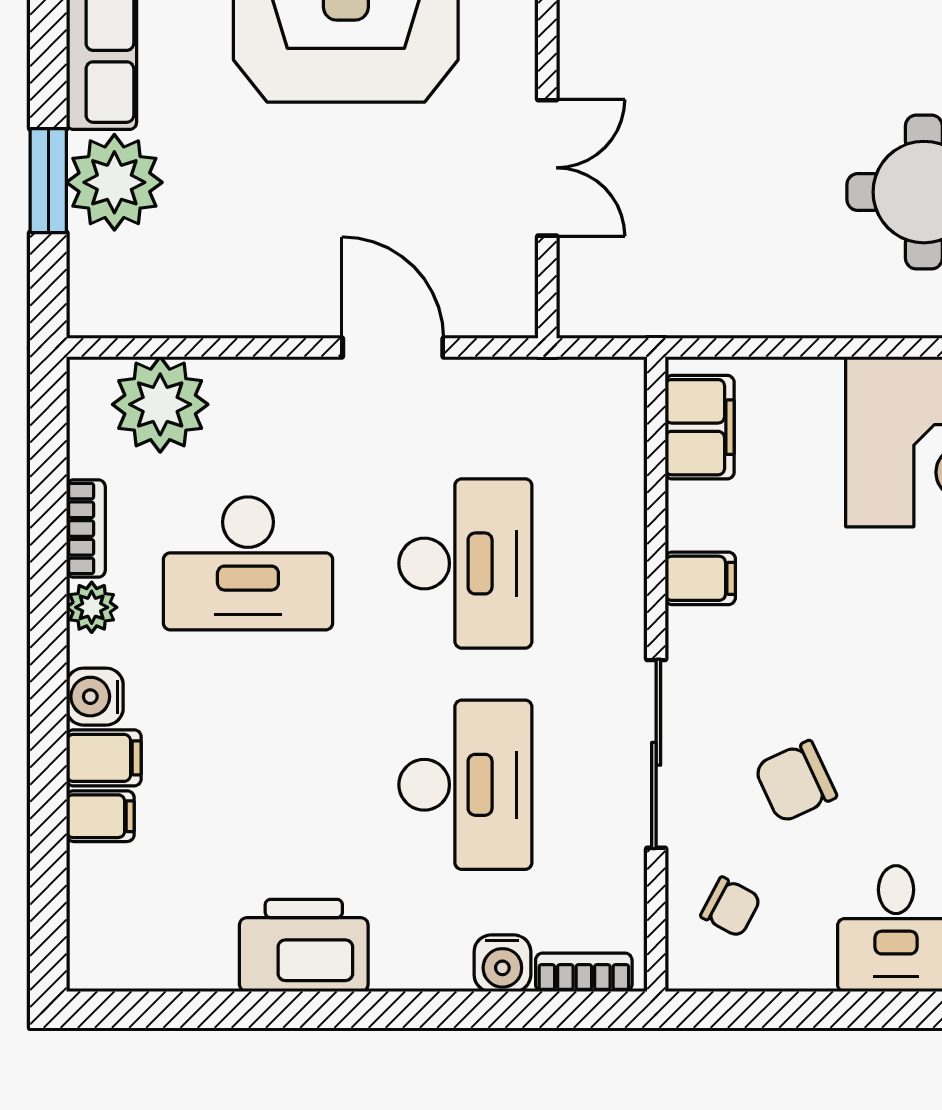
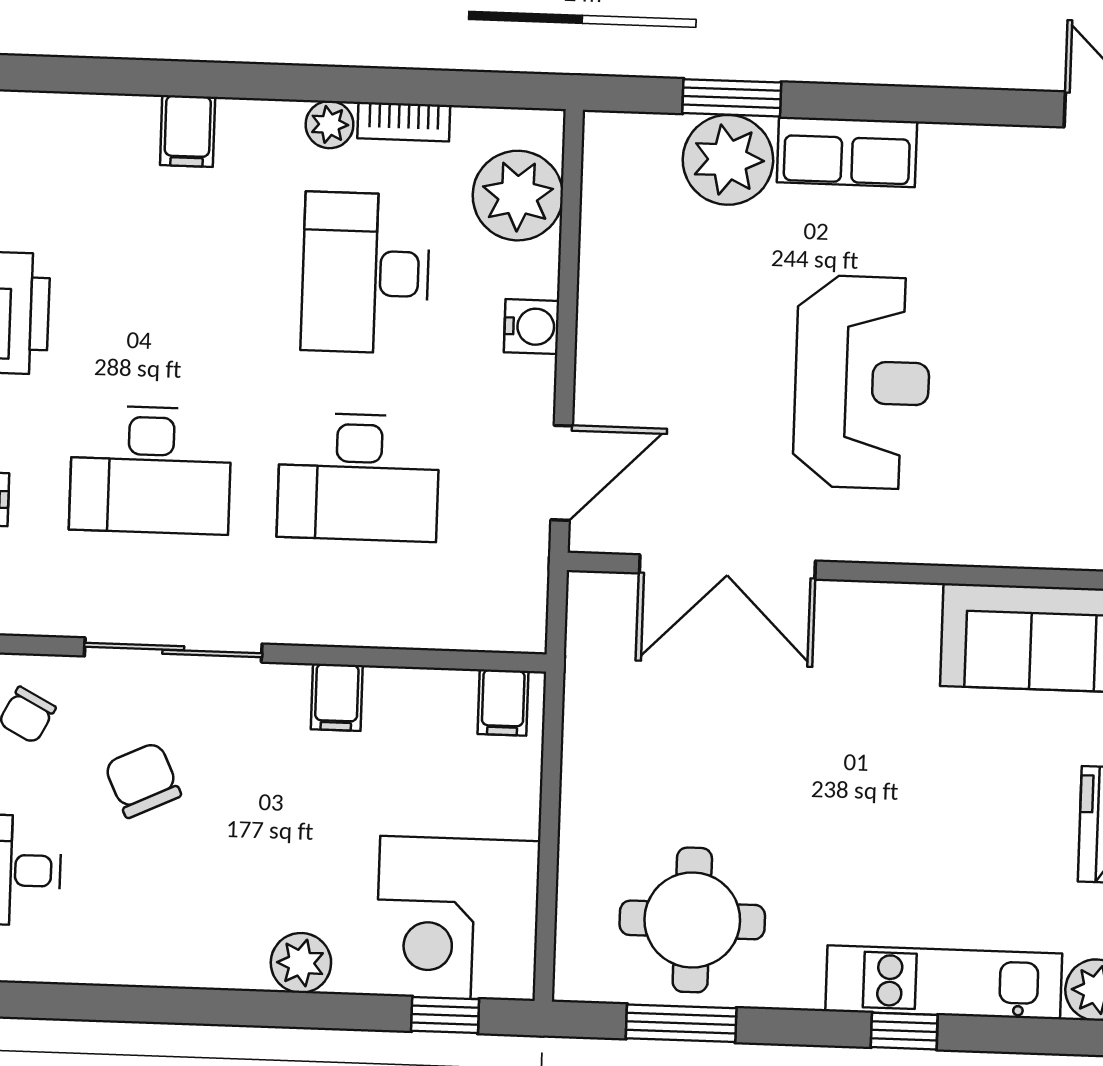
double door: (547, 168) -> (727, 567), width x1.37
door: (393, 347) -> (562, 473), moved
filing cabinet: (700, 427) -> (503, 703), width x0.50
water cooler: (95, 697) -> (532, 327), moved, turned 90
filing cabinet: (100, 816) -> (133, 126), removed

